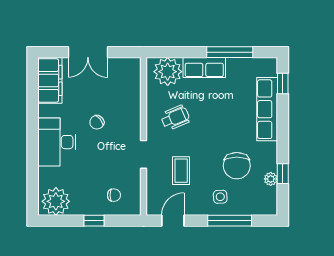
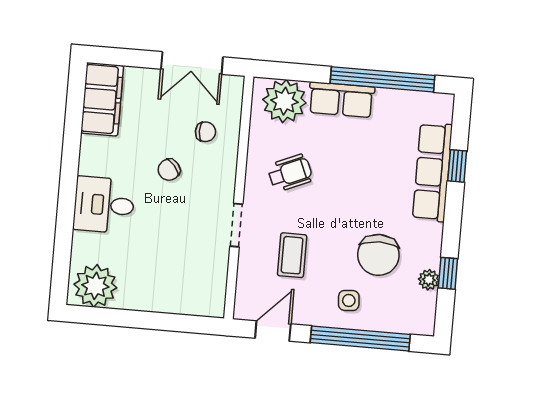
double door: (88, 52) -> (192, 63), moved
window: (230, 52) -> (383, 79), width x1.46
window: (283, 84) -> (457, 166), moved
desk: (57, 142) -> (104, 205), width x0.73
chair: (114, 195) -> (206, 132), moved
window: (94, 221) -> (152, 321), removed
window: (230, 221) -> (360, 338), width x1.46

